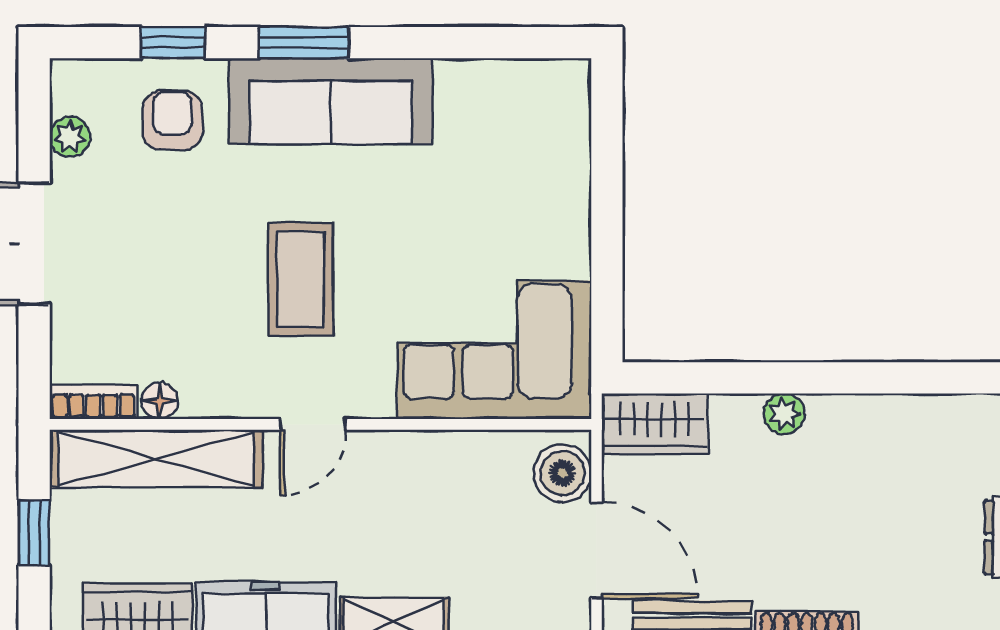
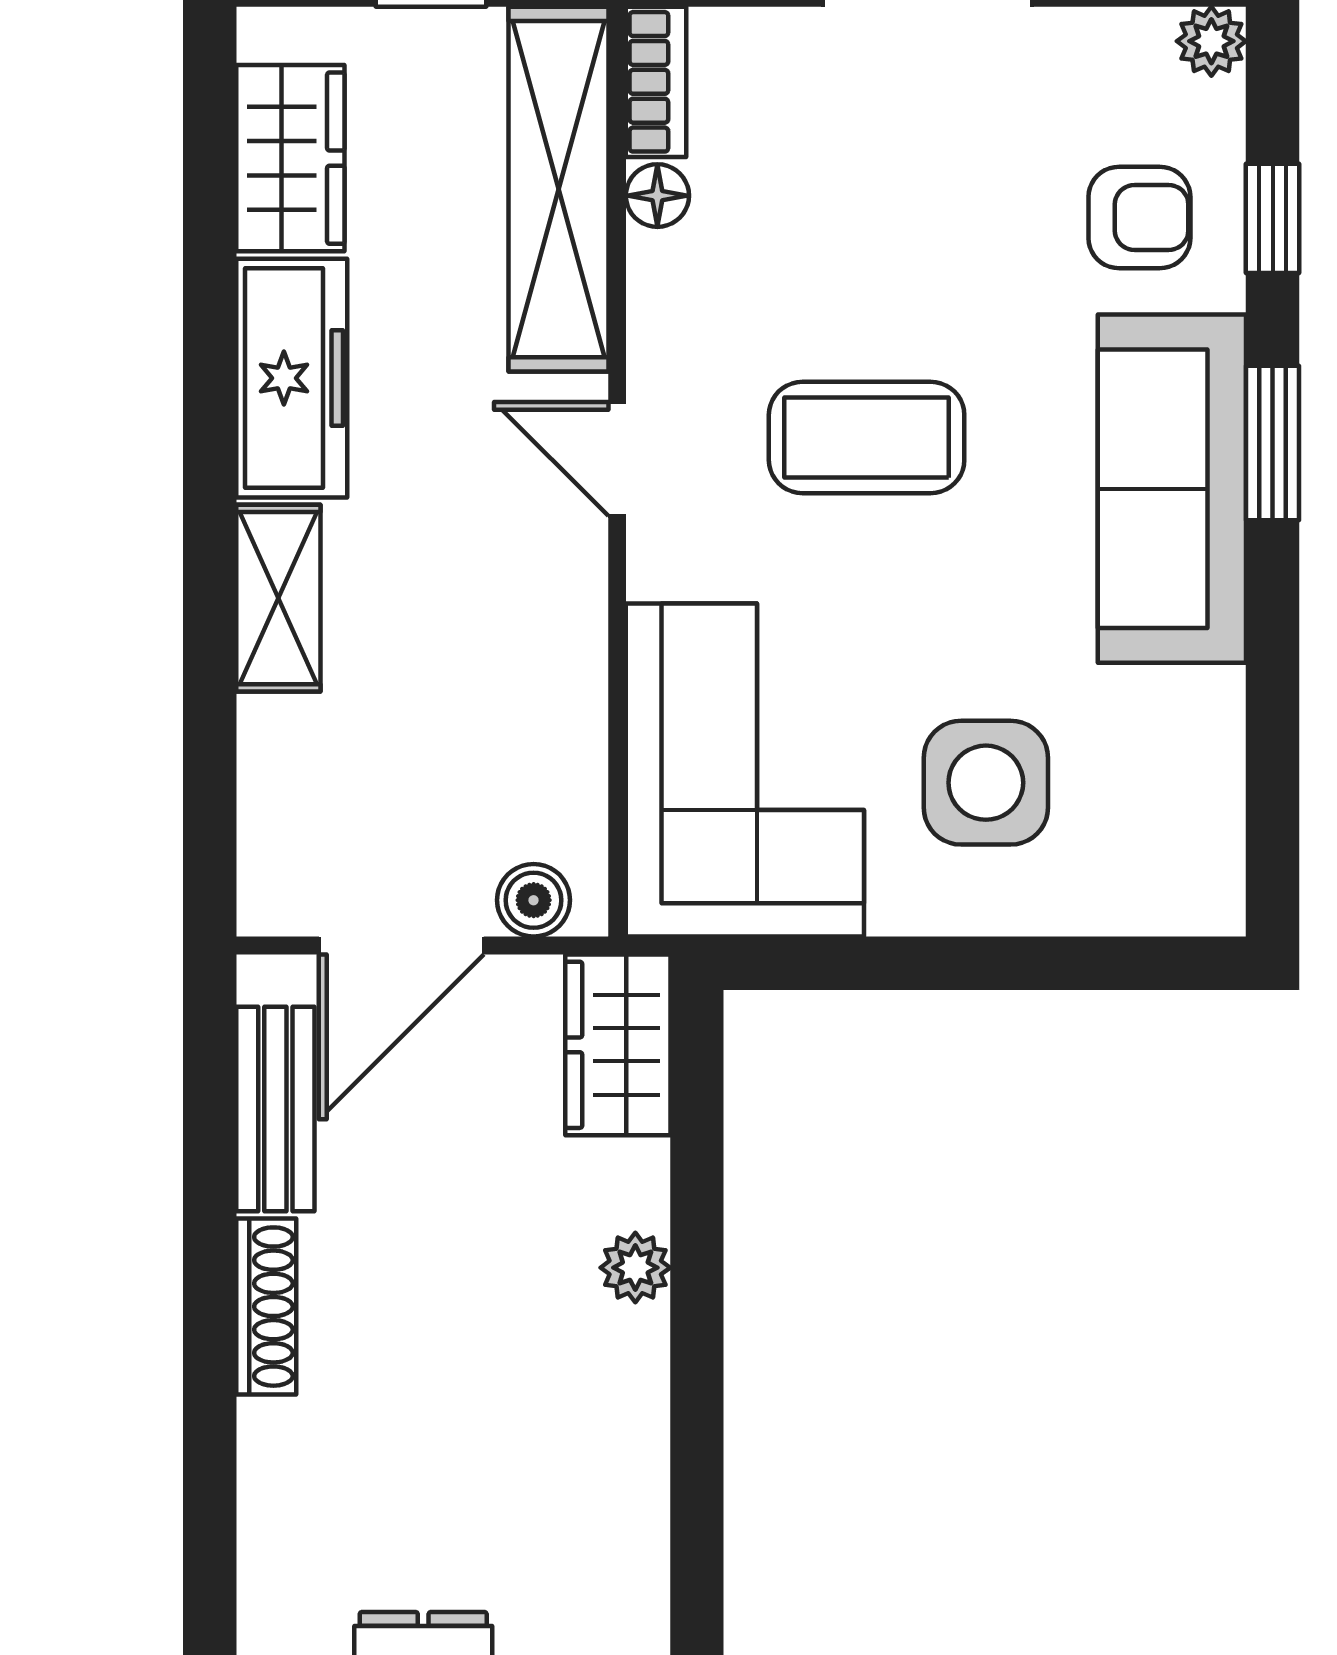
plant: (70, 137) -> (1211, 41), moved
side table: (502, 210) -> (986, 783), added
boiler: (562, 473) -> (534, 900), width x0.73, depth x0.73

